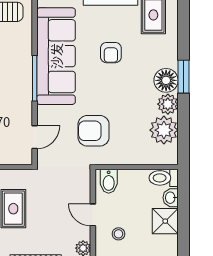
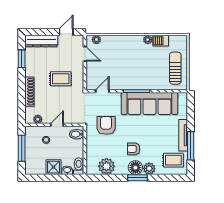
armchair: (111, 53) -> (134, 149), moved
plant: (168, 104) -> (149, 169), moved
door: (35, 137) -> (102, 91), swing flipped

